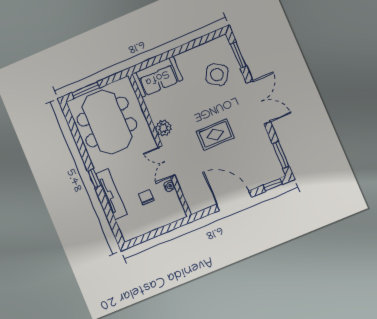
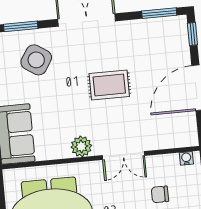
rug: (215, 135) -> (109, 85), turned 90
water cooler: (169, 186) -> (186, 158), moved

